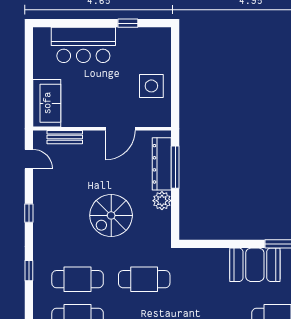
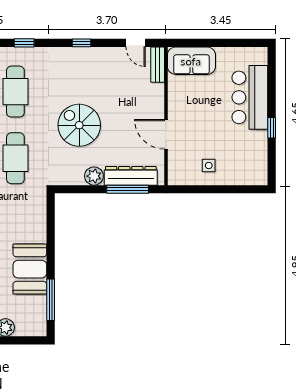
window: (128, 23) -> (272, 128), moved
side table: (151, 86) -> (209, 165), width x0.54, depth x0.54
bench: (65, 137) -> (158, 65), moved
door: (29, 159) -> (136, 43), hinge flipped

